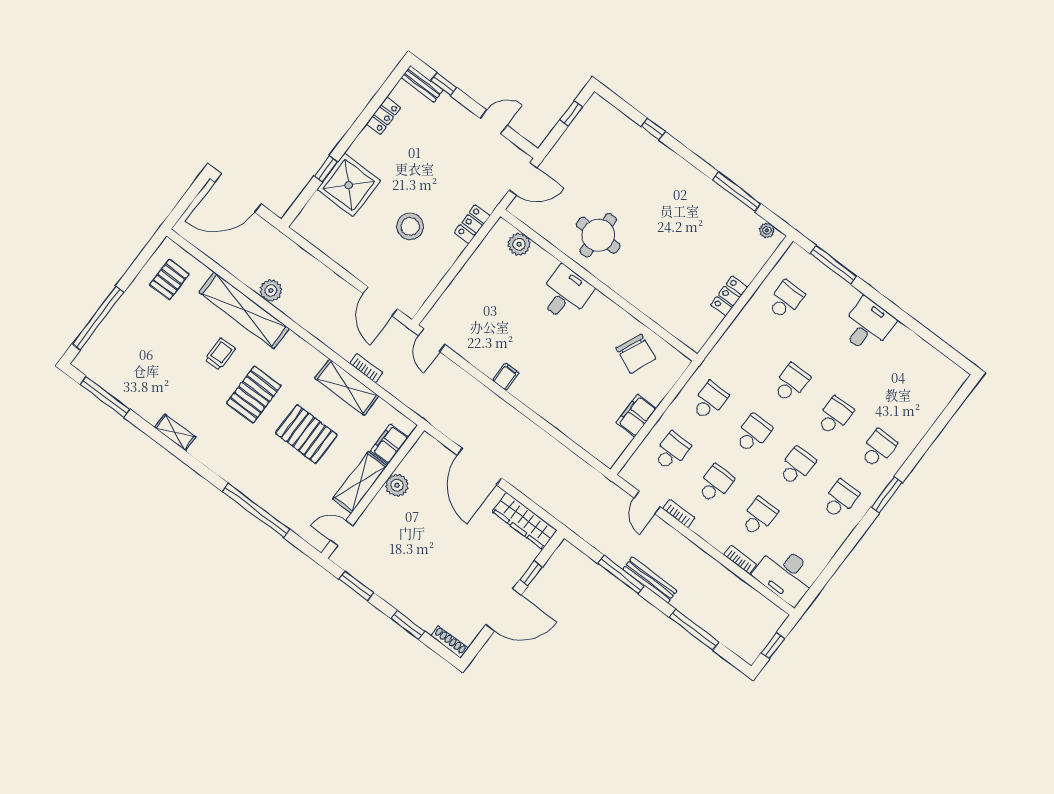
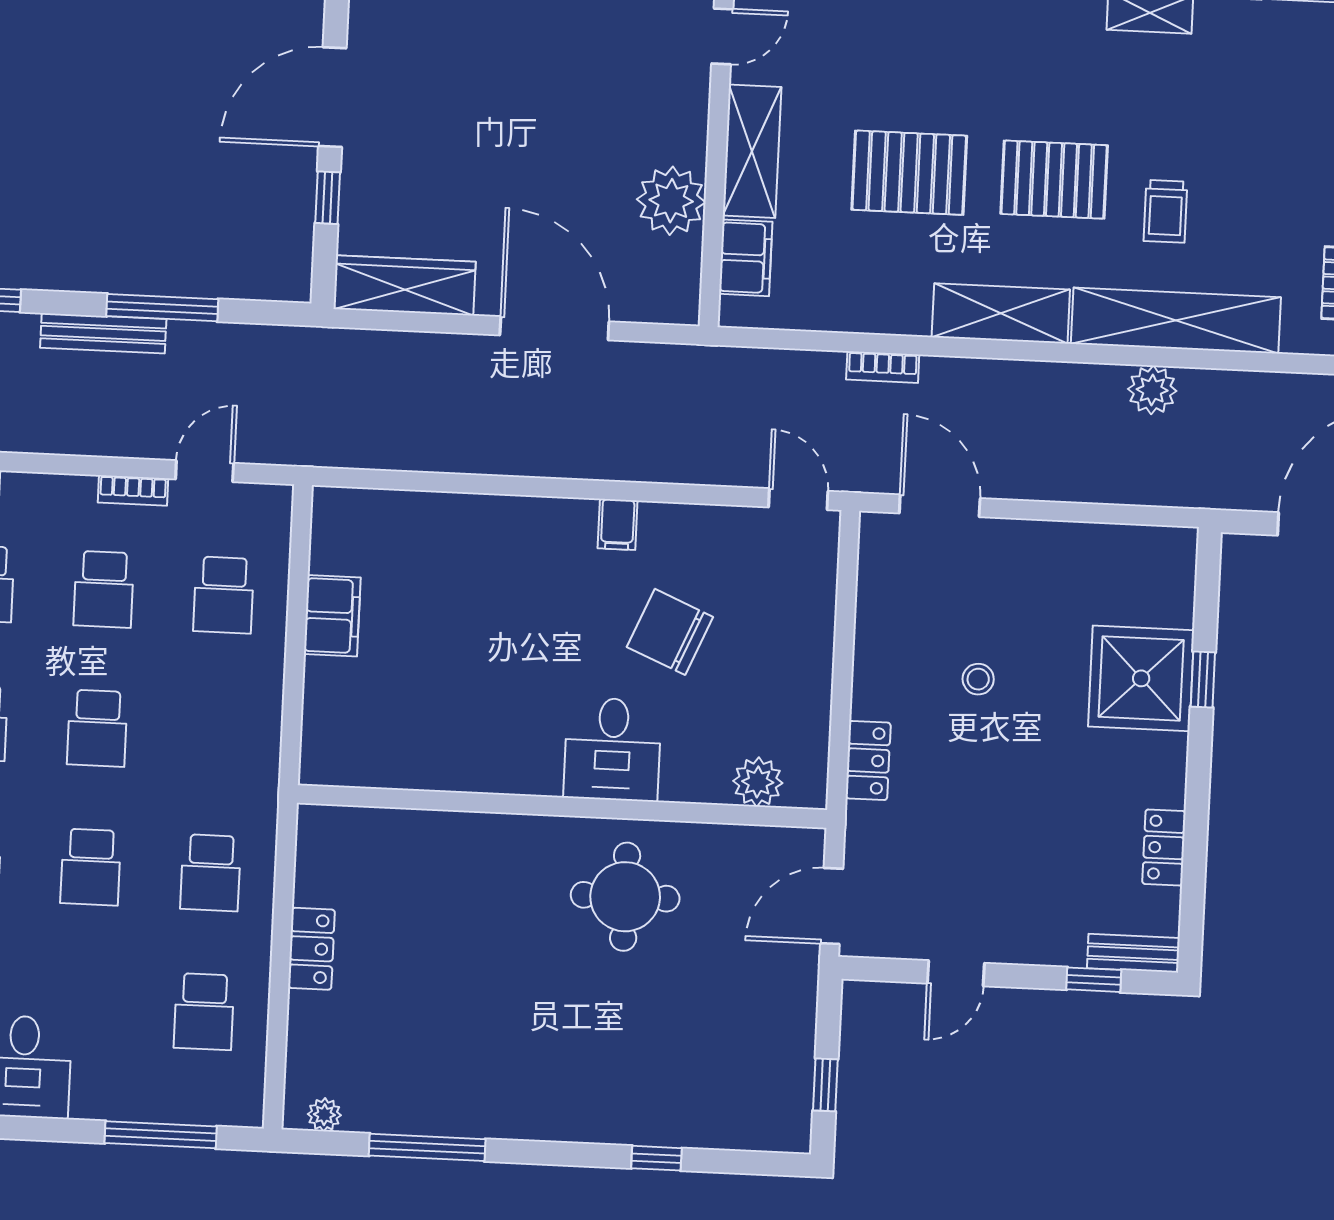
stool: (410, 226) -> (978, 679), width x0.53, depth x0.53
chair: (636, 354) -> (670, 632), moved
shelving: (347, 387) -> (1001, 313), moved
pallet: (254, 394) -> (1054, 180), turned 90
school desk: (710, 401) -> (211, 873), moved
plant: (397, 485) -> (671, 201), width x1.36, depth x1.36
door: (647, 502) -> (205, 471), hinge flipped

